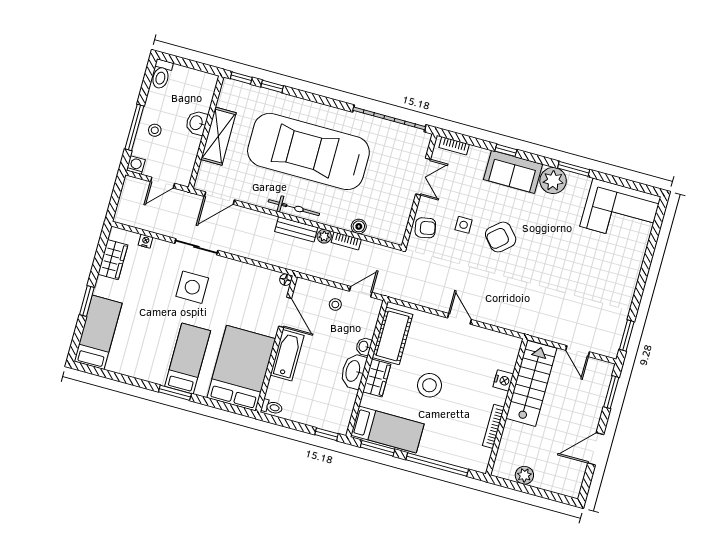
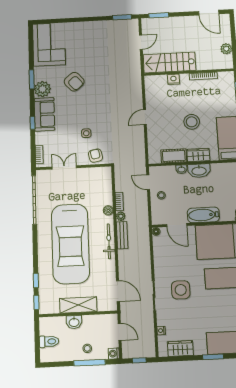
toilet: (161, 74) -> (49, 342), moved
window: (115, 197) -> (139, 360), added
boiler: (359, 226) -> (108, 210), moved
armchair: (501, 237) -> (74, 82), moved
door: (285, 312) -> (177, 225), swing flipped
cot: (392, 336) -> (174, 156), width x0.73, depth x0.75
door: (596, 449) -> (209, 13), moved

